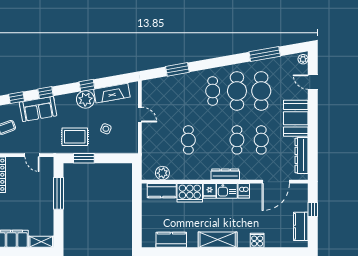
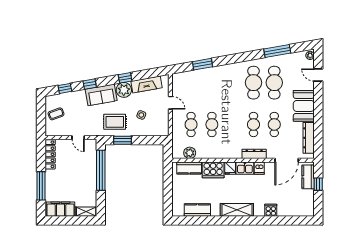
cafe table: (213, 91) -> (191, 124), moved
sofa: (38, 109) -> (101, 95), moved
dresser: (225, 174) -> (254, 154), moved
window: (59, 193) -> (101, 170), width x1.46
kitchen counter: (301, 226) -> (308, 177), moved

